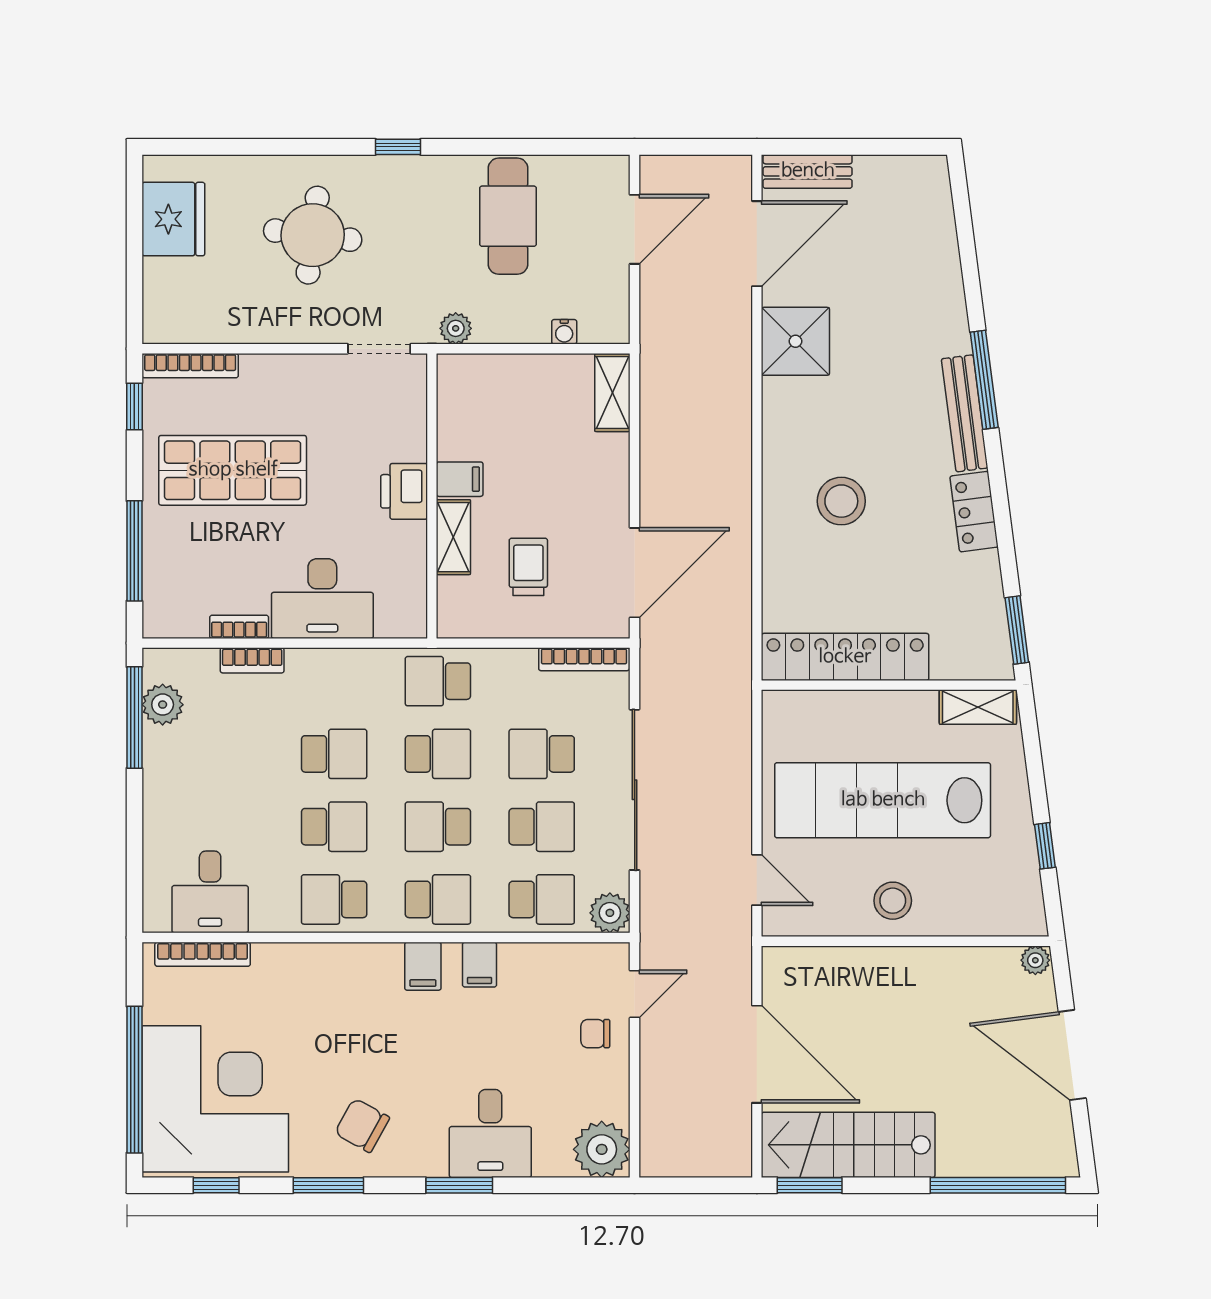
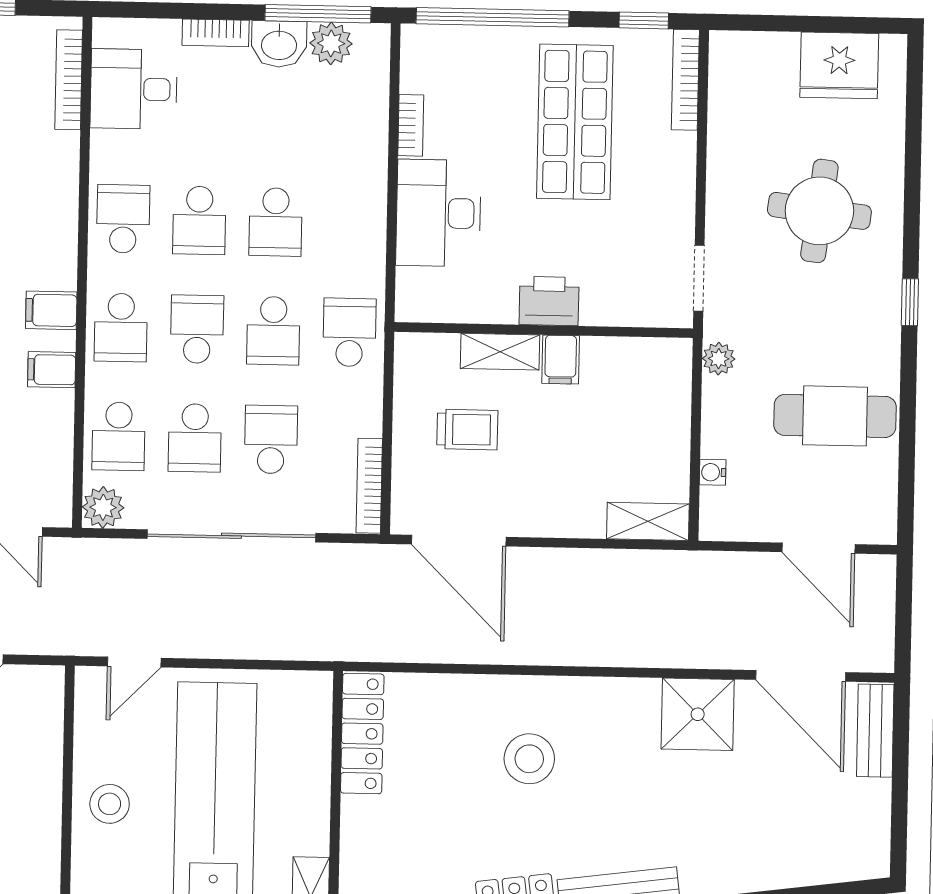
window: (134, 551) -> (493, 17), width x1.46
locker: (845, 657) -> (362, 734), width x0.71, depth x0.83
bookcase: (252, 660) -> (216, 33), moved, turned -90
washbasin: (164, 754) -> (279, 44), added

